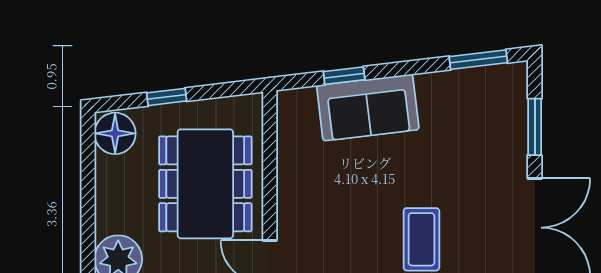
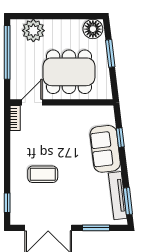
tv unit: (466, 81) -> (118, 196), added
window: (167, 97) -> (110, 53), width x1.50

